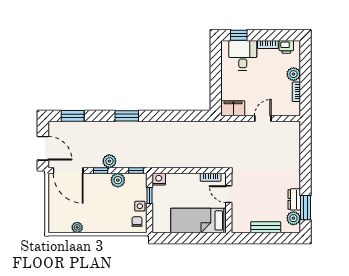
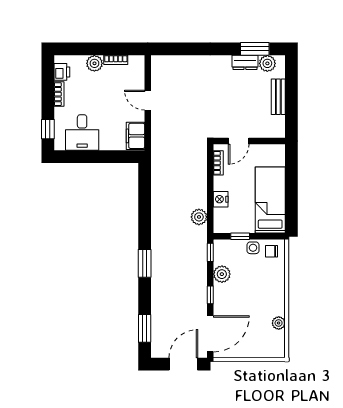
desk: (243, 55) -> (82, 133), moved, turned -90
plant: (109, 161) -> (199, 217), moved
nightstand: (159, 179) -> (221, 199), moved
bed: (199, 220) -> (270, 200), moved, turned 180

